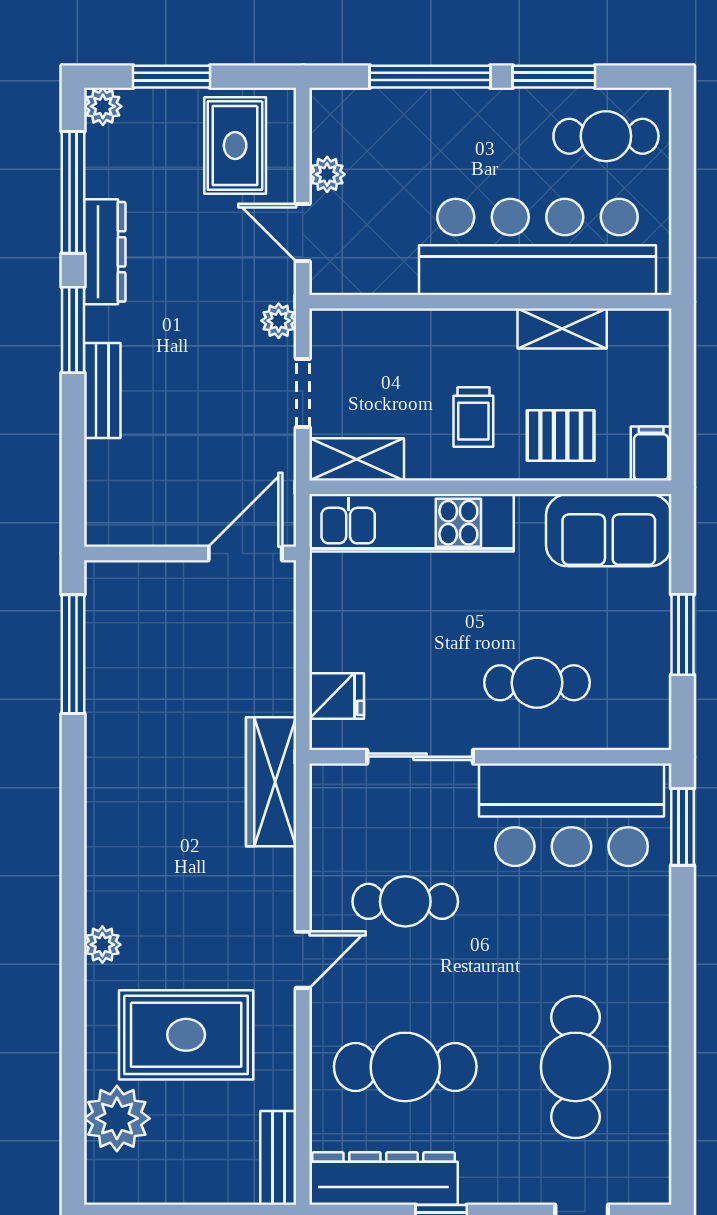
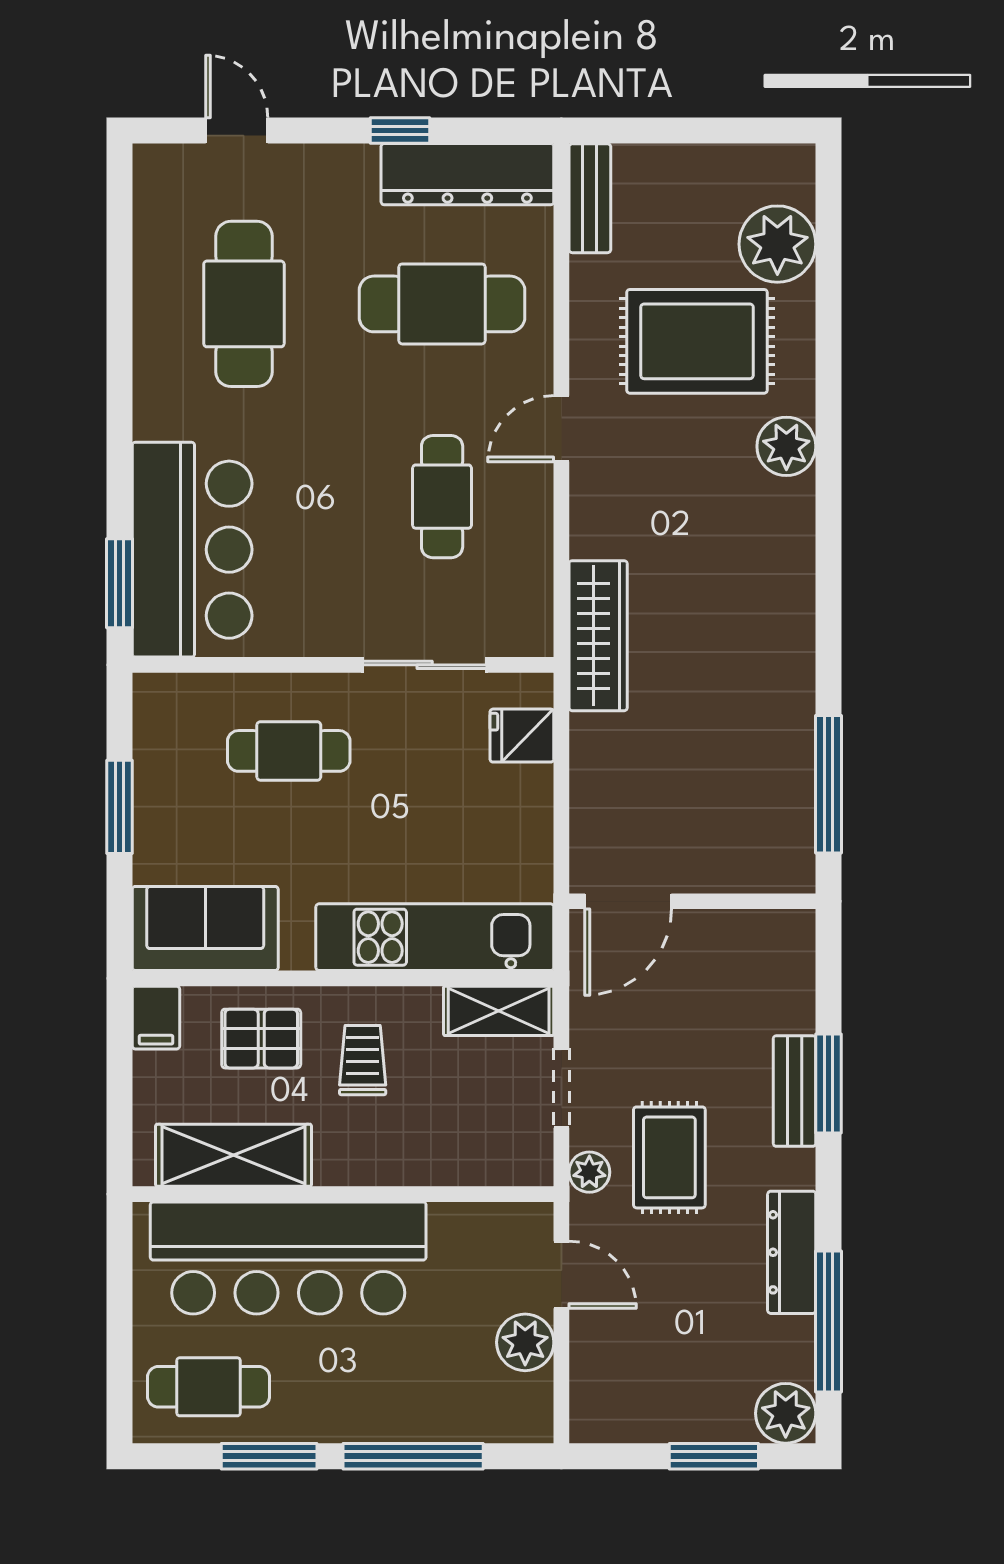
plant: (103, 106) -> (786, 1413), width x1.38, depth x1.38
rug: (235, 146) -> (669, 1157), moved
plant: (327, 174) -> (525, 1342), width x1.38, depth x1.38
shelving: (562, 328) -> (234, 1155), width x1.50, depth x1.33
window: (73, 330) -> (829, 1084), moved
bar counter: (572, 815) -> (192, 550), moved, turned 90
cafe table: (405, 901) -> (442, 497), turned 90
plant: (102, 945) -> (786, 446), width x1.38, depth x1.38

